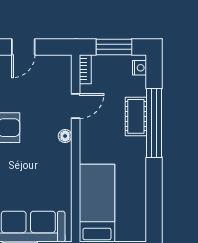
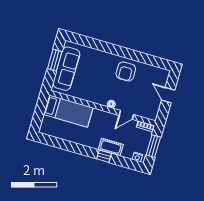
door: (76, 106) -> (126, 115), hinge flipped
window: (154, 123) -> (104, 156), width x0.32

